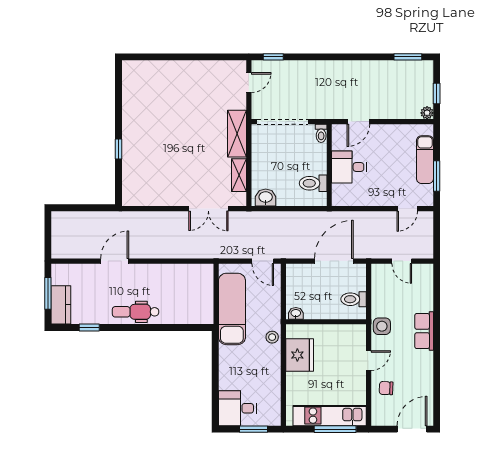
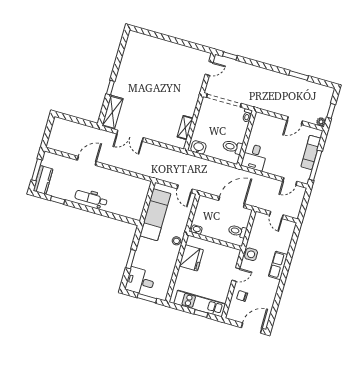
window: (408, 57) -> (299, 75), moved
door: (358, 122) -> (295, 121), moved
shelving: (237, 134) -> (112, 112), moved
desk: (349, 167) -> (254, 157), moved, turned -90
window: (437, 176) -> (315, 165), width x1.44
double door: (208, 209) -> (130, 136), moved
window: (215, 381) -> (131, 259), added
window: (335, 429) -> (201, 313), width x0.46

